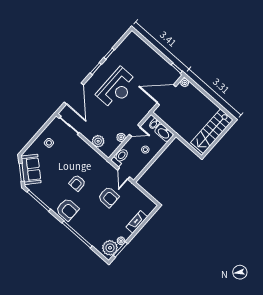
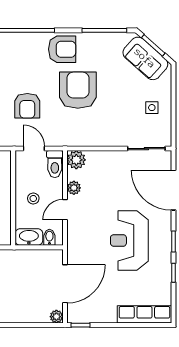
row of seats: (141, 46) -> (144, 314), added
plant: (98, 141) -> (76, 160), moved
armchair: (77, 183) -> (78, 90), width x1.88, depth x1.88
armchair: (108, 197) -> (27, 106), turned -90
armchair: (67, 209) -> (62, 49), turned 180

